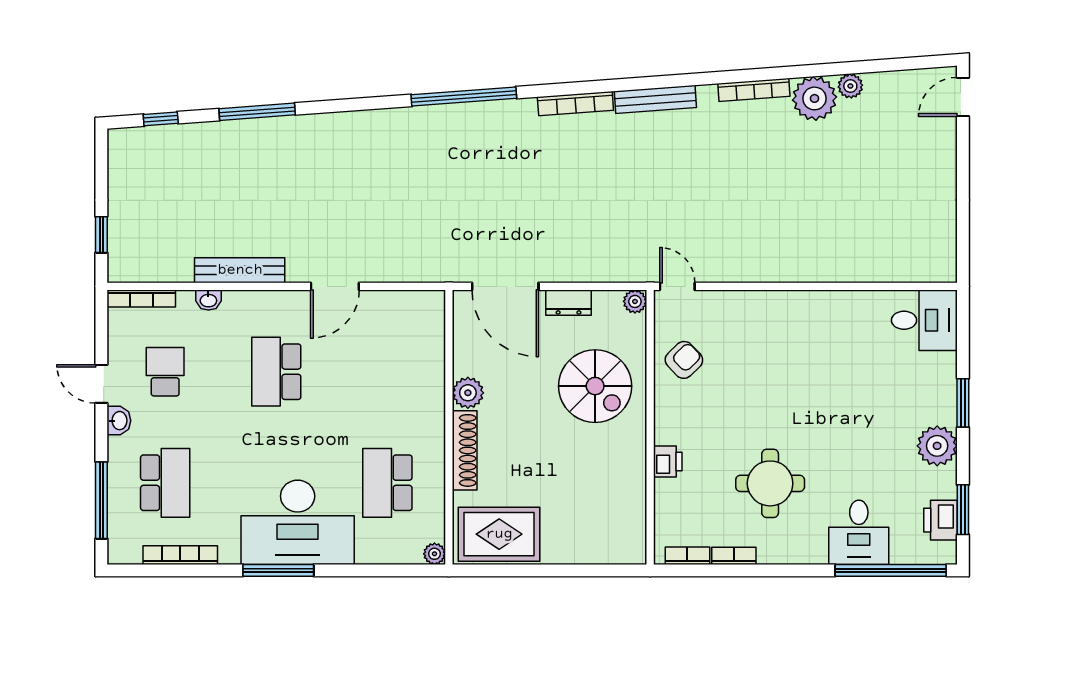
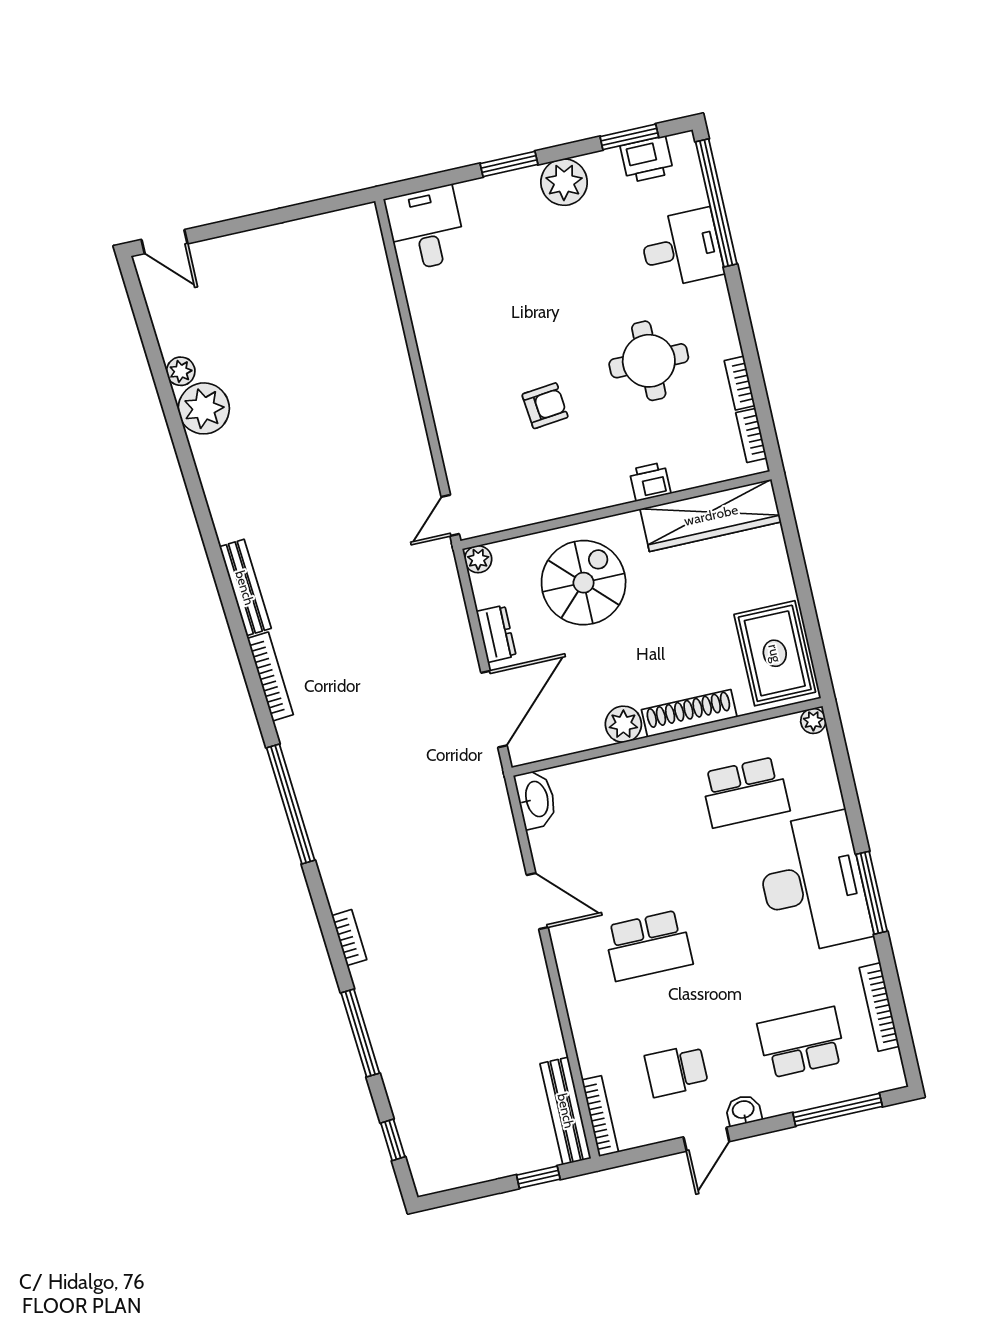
bookcase: (754, 90) -> (349, 938), moved, width x0.64
bench: (240, 270) -> (566, 1111), moved
washbasin: (208, 300) -> (536, 799), moved, width x1.91, depth x1.45
armchair: (684, 360) -> (545, 406), moved, turned 128
wardrobe: (628, 506) -> (711, 515), added

